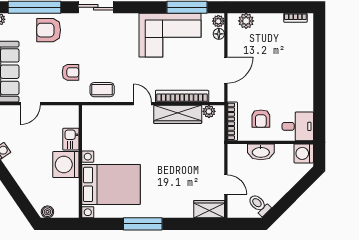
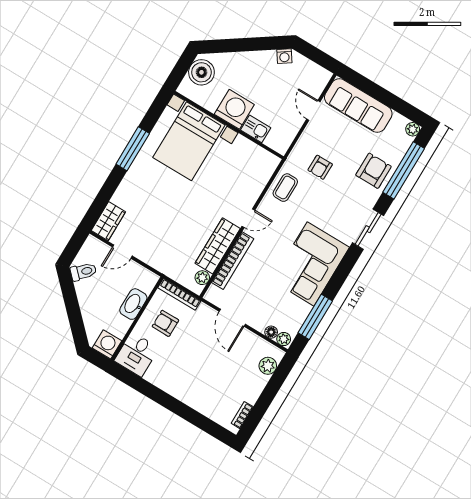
corner sofa: (170, 35) -> (311, 264), moved
boiler: (47, 212) -> (201, 72), width x1.86, depth x1.86

